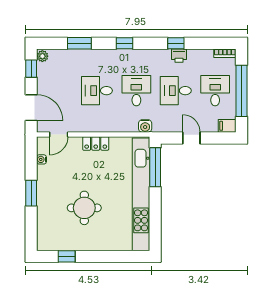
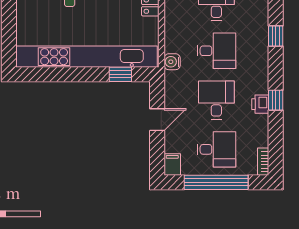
window: (155, 167) -> (120, 74), width x0.46

